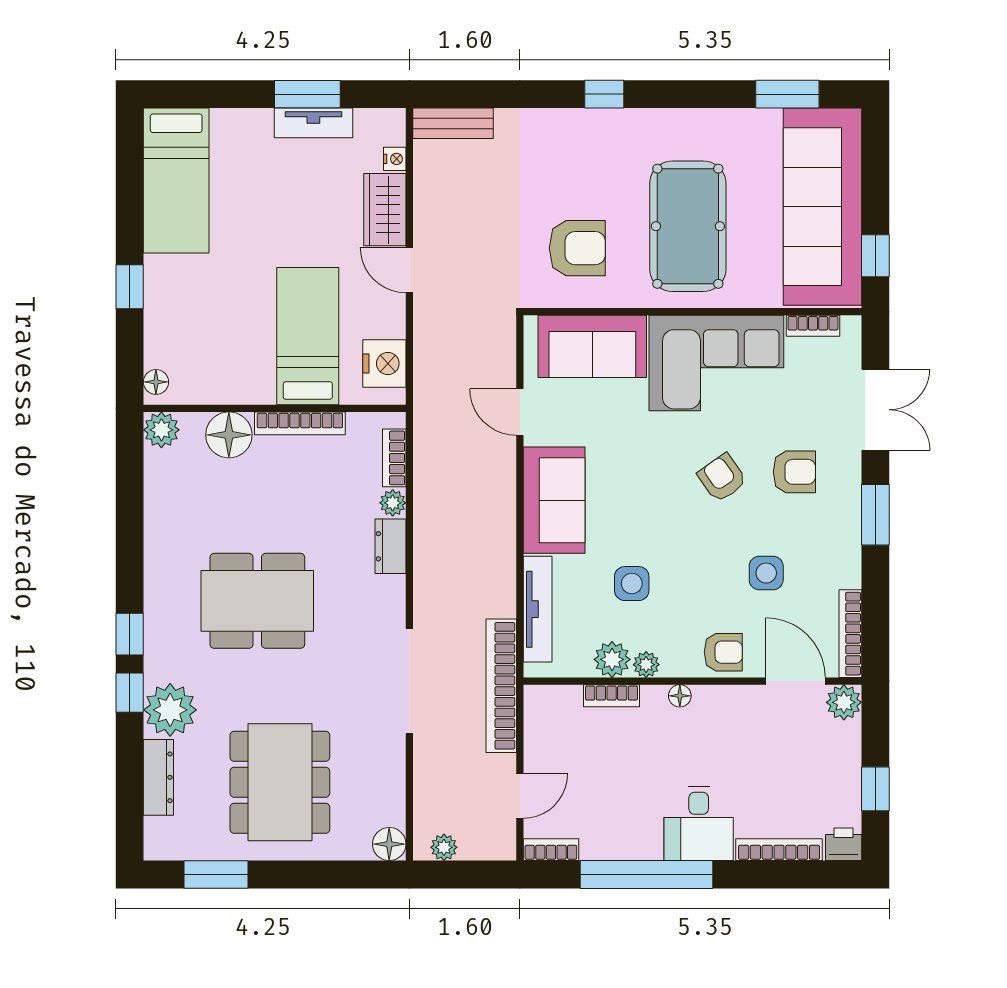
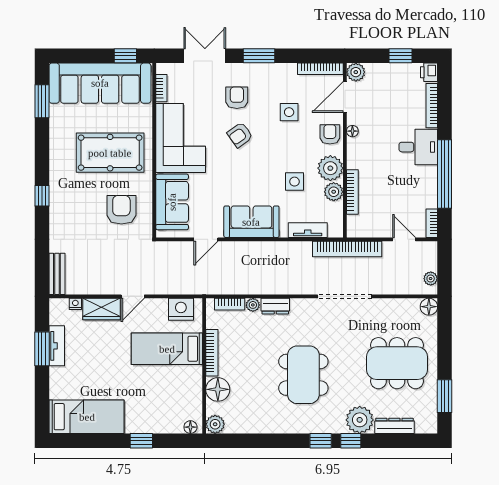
tv unit: (538, 609) -> (308, 230), width x0.71
plant: (646, 665) -> (330, 168), width x1.88, depth x1.88
bookcase: (612, 696) -> (352, 192), width x1.56
floor lamp: (680, 696) -> (352, 131), moved

